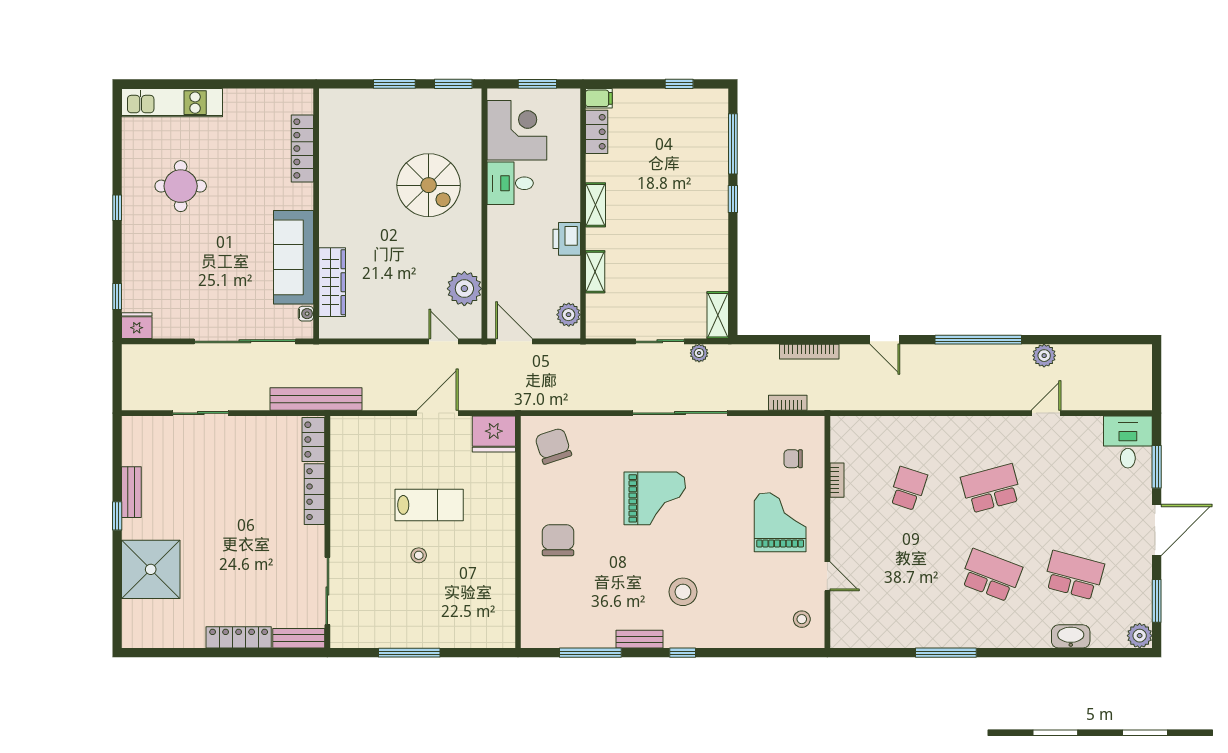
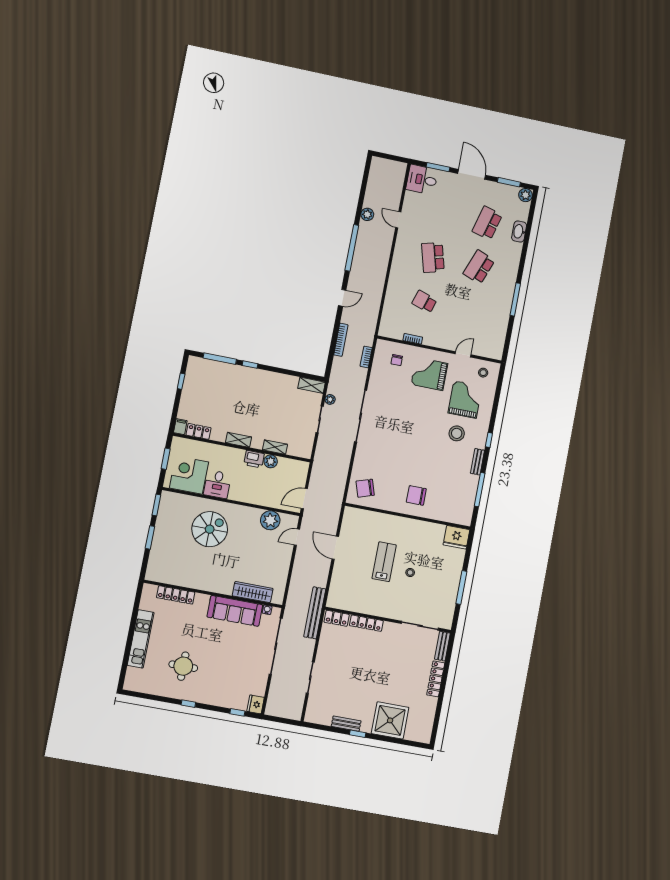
kitchen unit: (172, 103) -> (141, 639), moved
plant: (569, 315) -> (271, 461), moved
fridge: (494, 434) -> (456, 537), moved, turned 90
grand piano: (655, 498) -> (465, 400), moved

